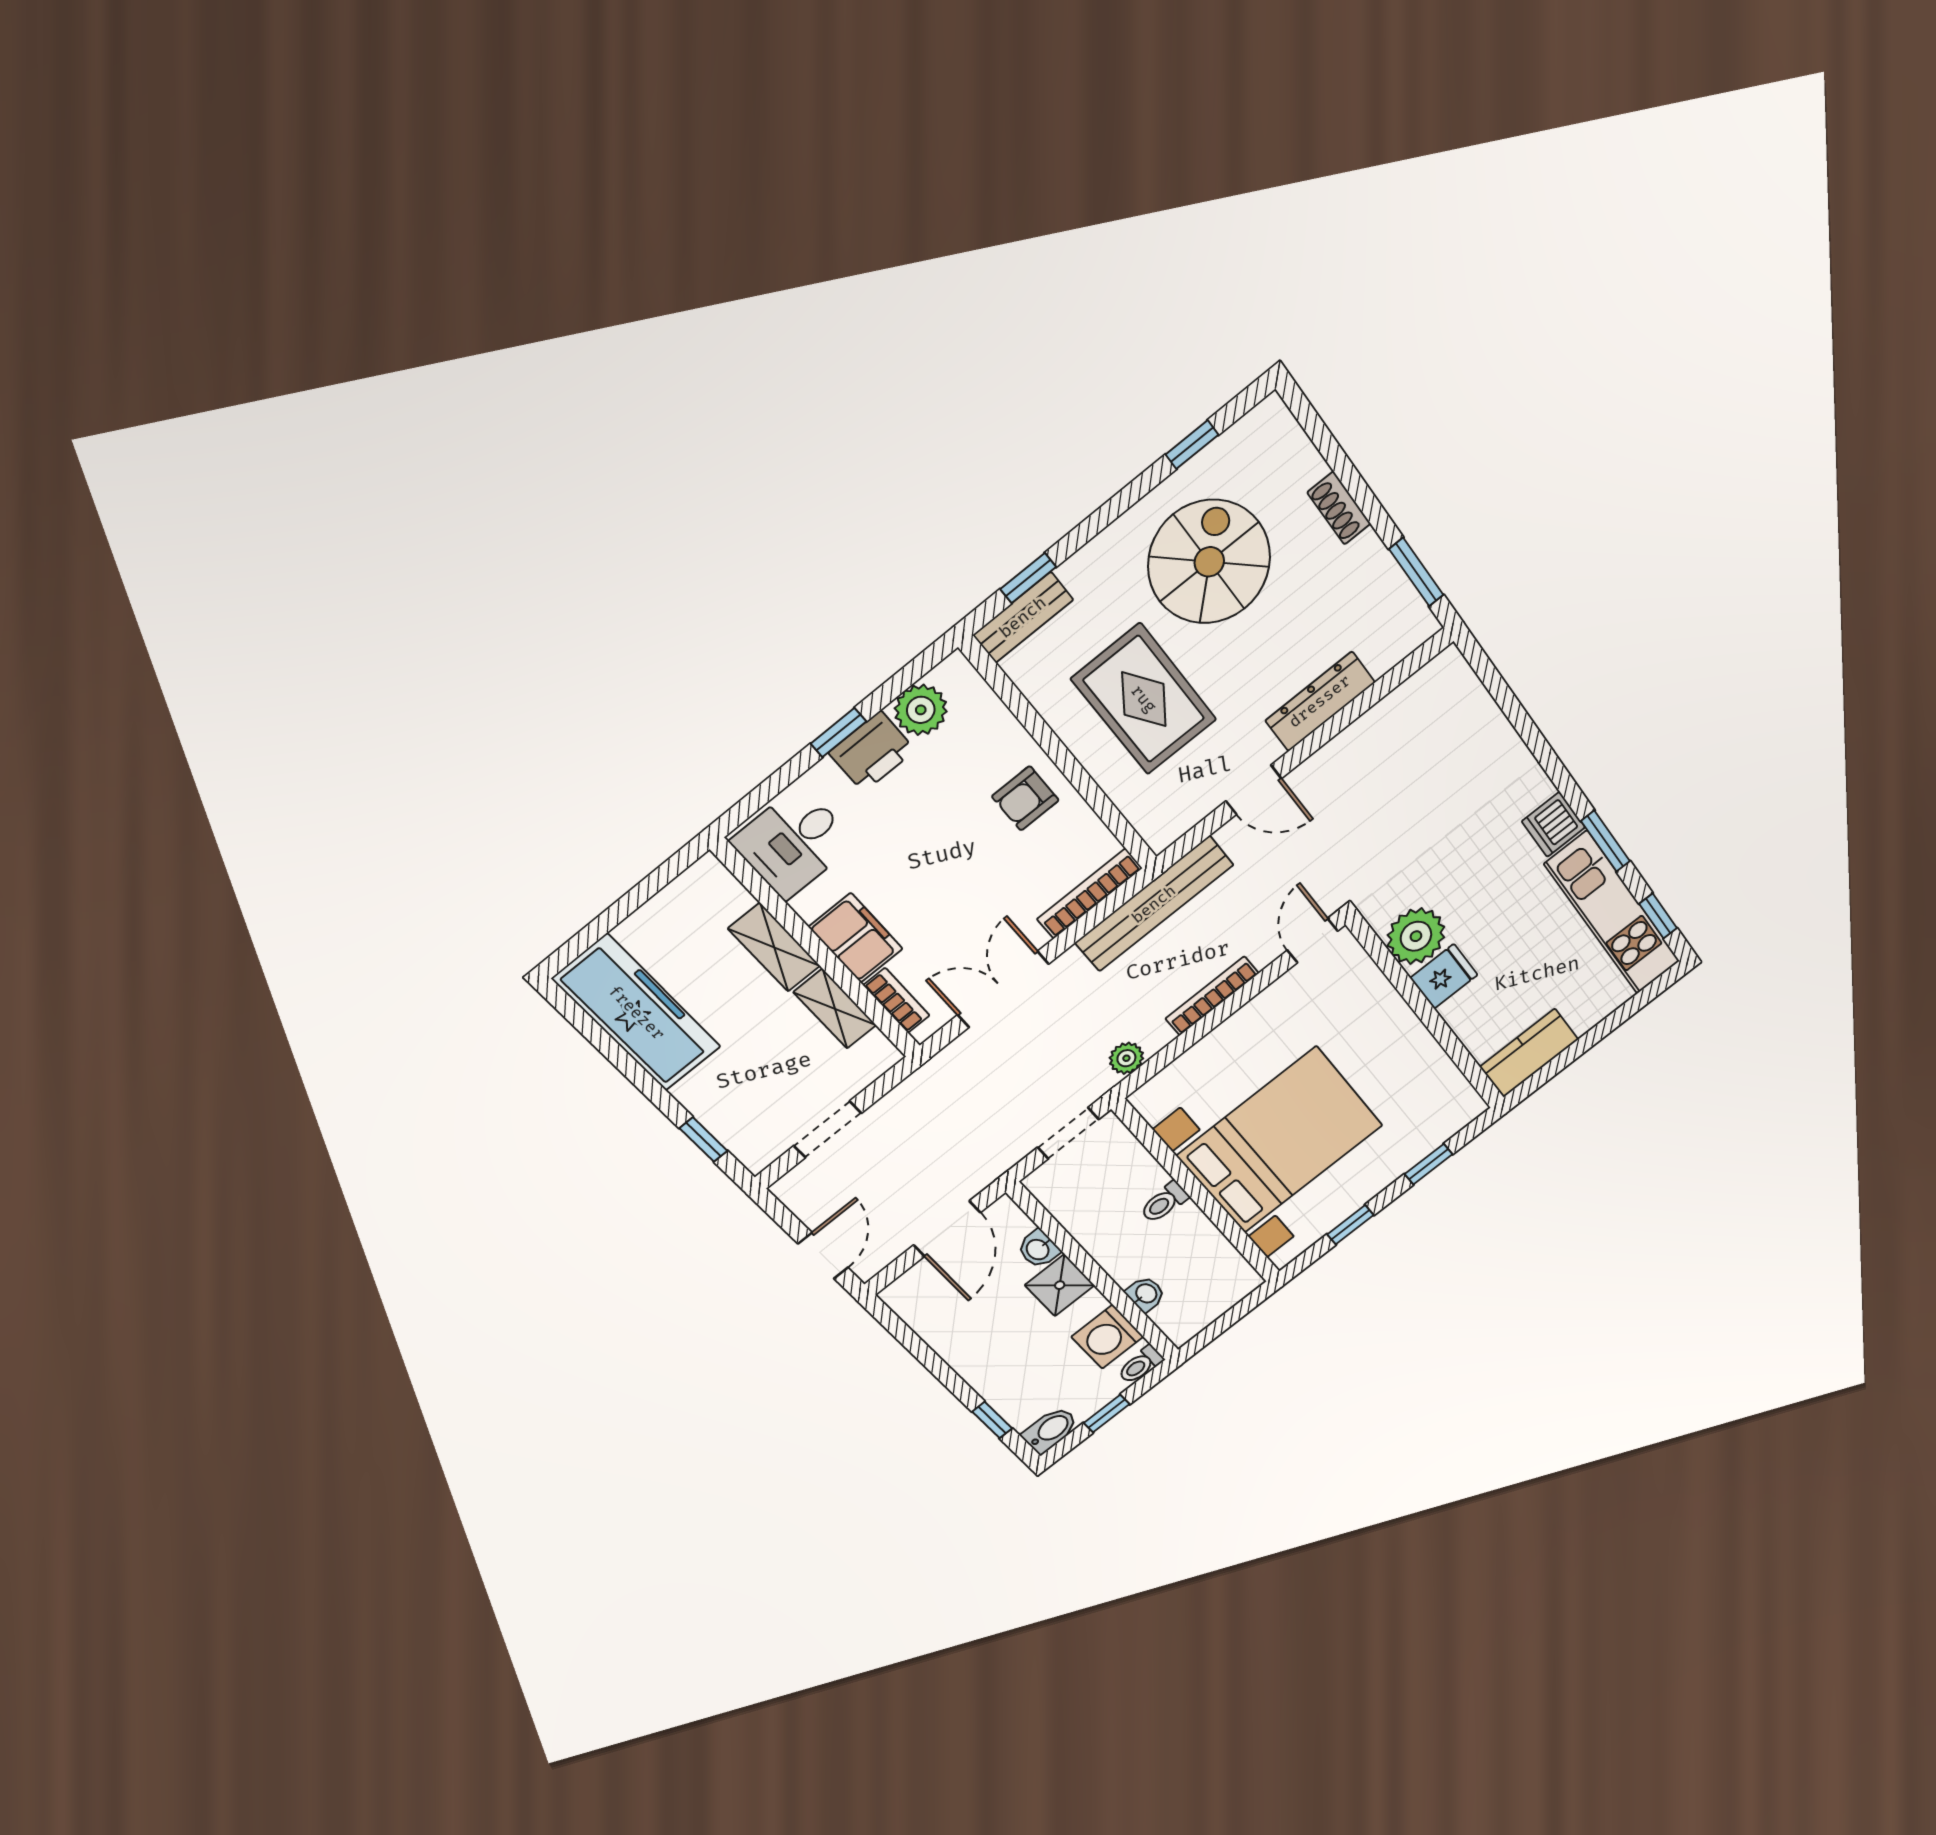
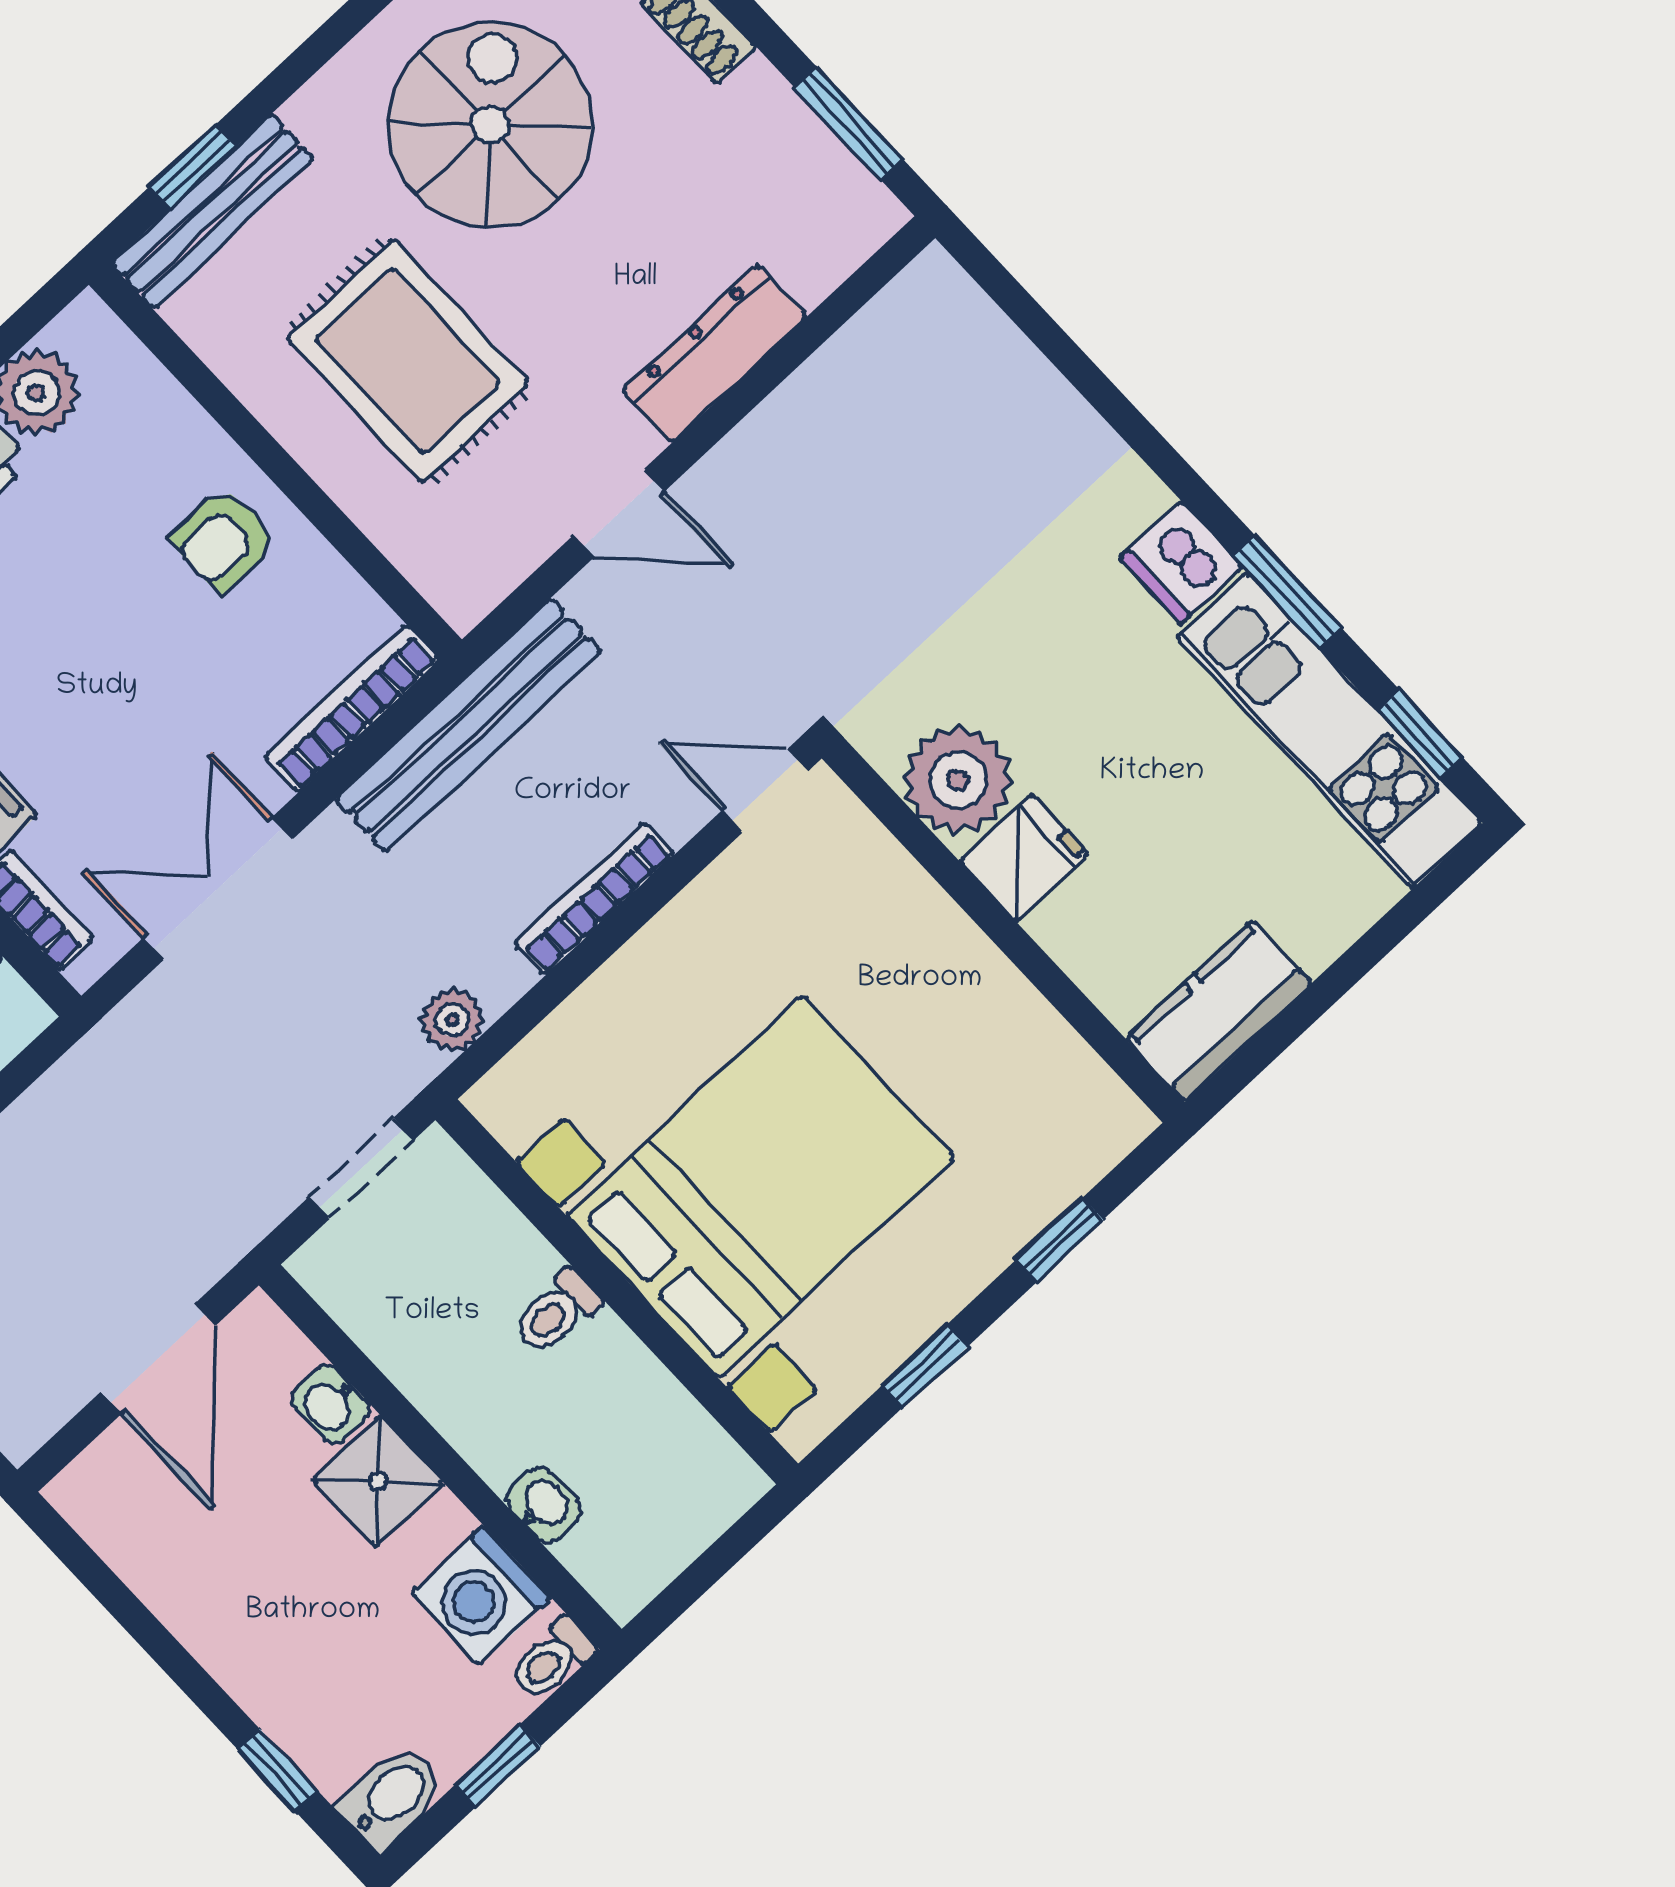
bench: (1023, 617) -> (212, 211), width x1.36
door: (1312, 941) -> (765, 791), hinge flipped

